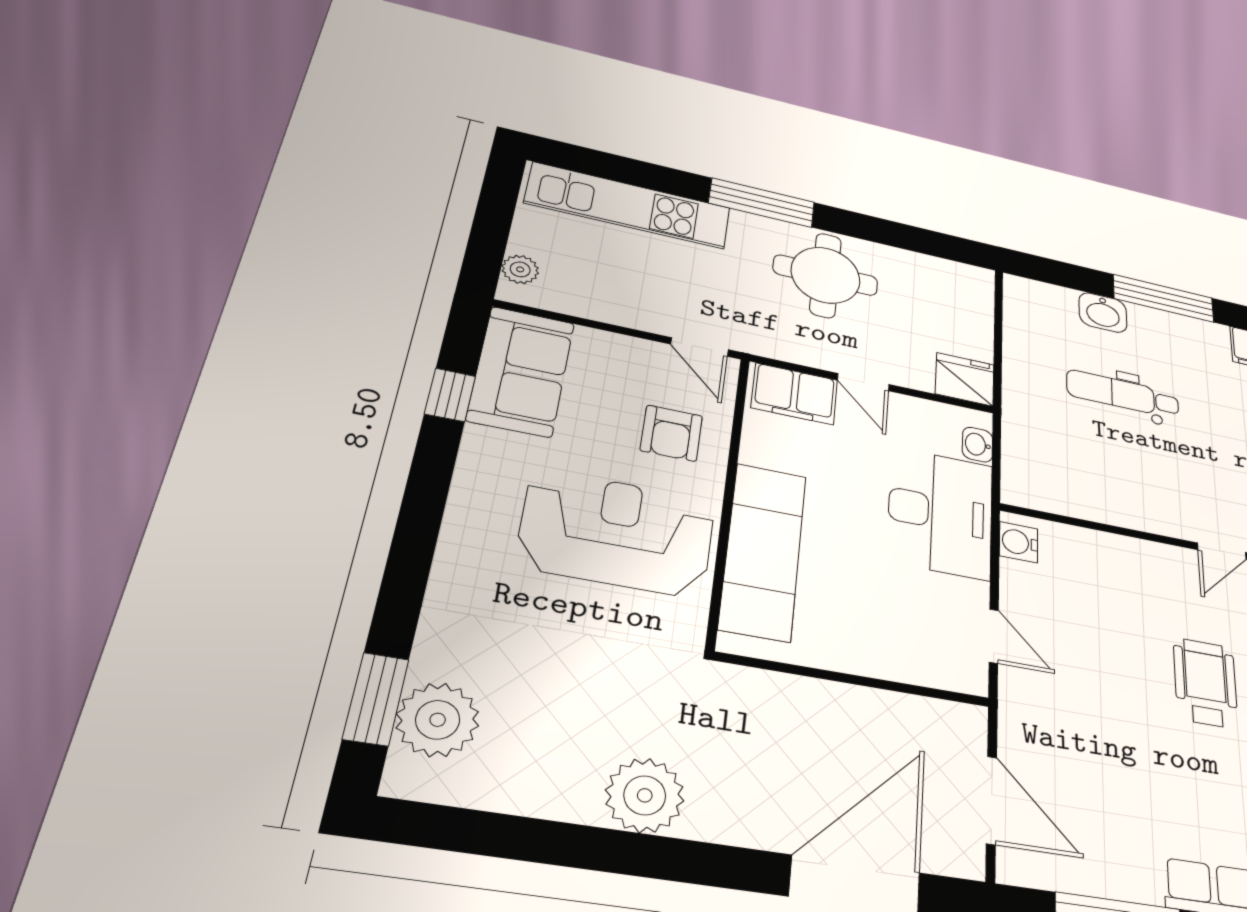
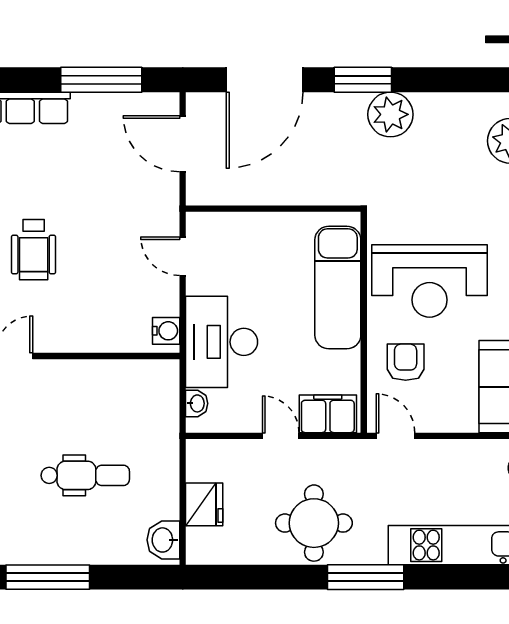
washbasin: (1103, 313) -> (163, 540), moved, turned -90
fridge: (965, 379) -> (204, 504), moved, turned -90
window: (686, 861) -> (363, 80), added

